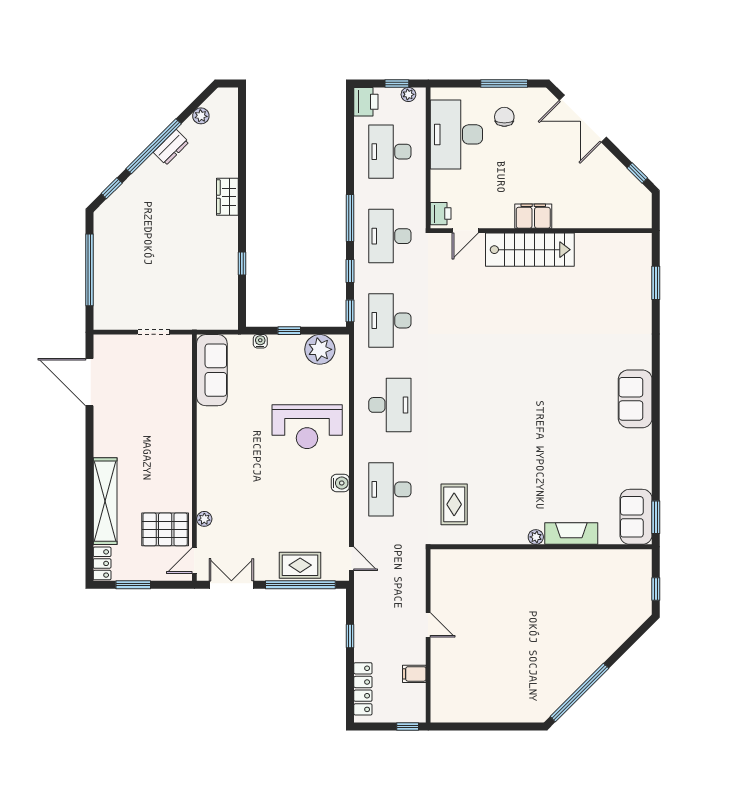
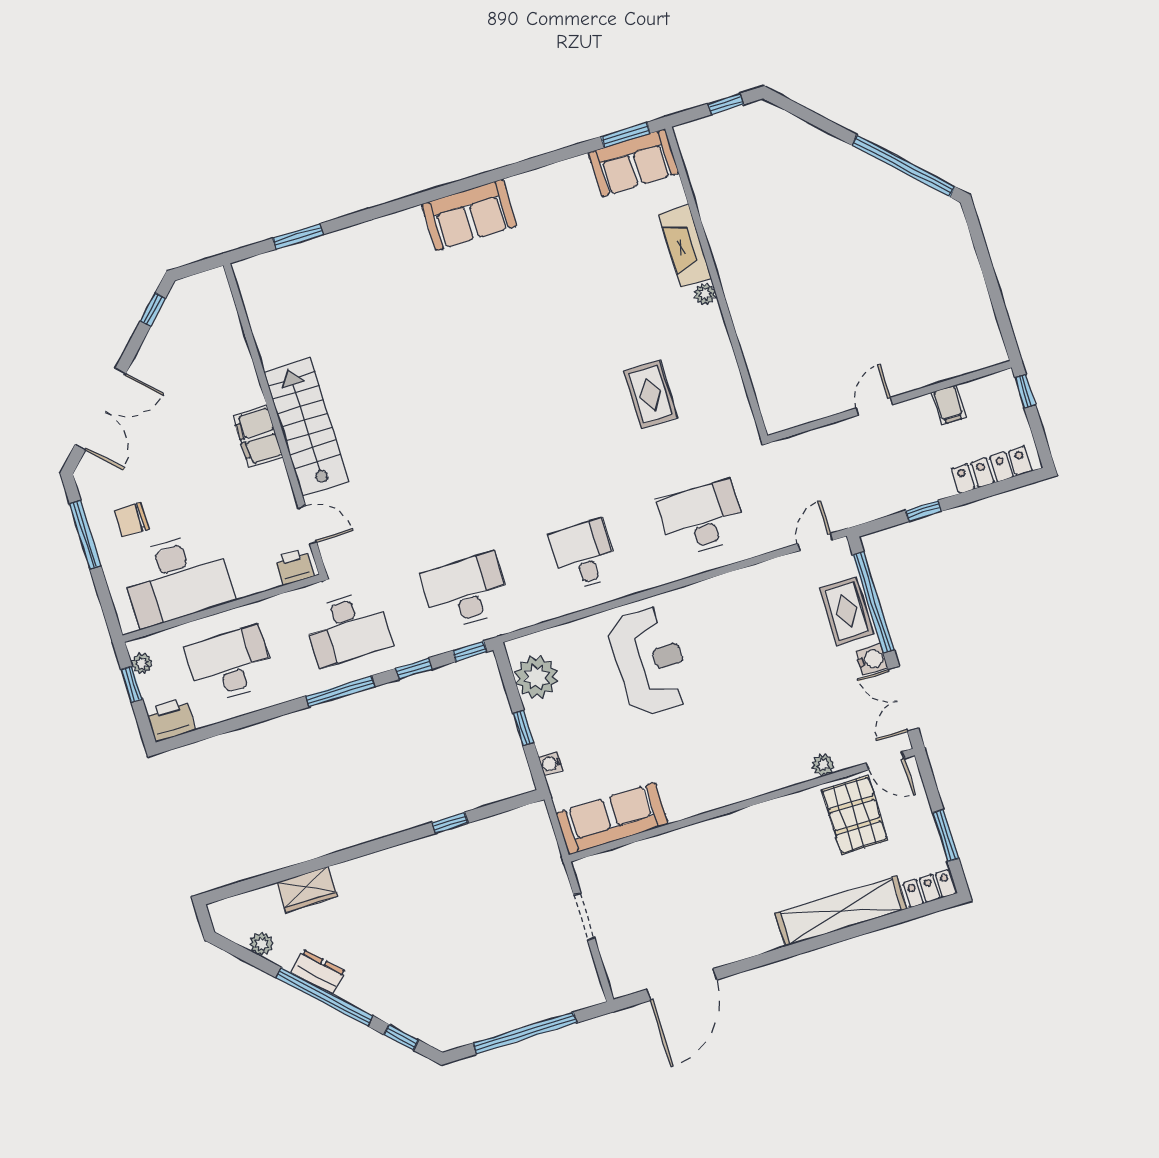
desk: (390, 152) -> (230, 665), turned 180
wardrobe: (227, 197) -> (307, 889), moved
desk: (390, 321) -> (466, 592), turned 180
desk: (390, 405) -> (584, 555), width x0.73
water cooler: (340, 483) -> (872, 659), moved, turned 90
desk: (390, 489) -> (702, 518), turned 180
rug: (454, 504) -> (650, 394), moved, turned 90

